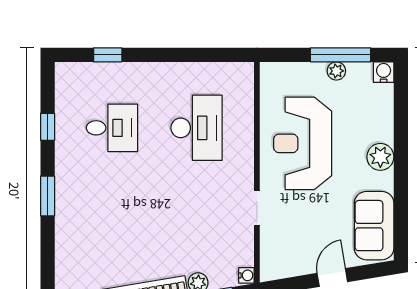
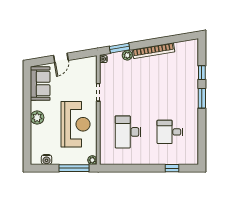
window: (341, 55) -> (74, 168), moved
plant: (336, 71) -> (92, 160), moved
water cooler: (384, 72) -> (47, 160), moved
window: (48, 127) -> (202, 73), moved

